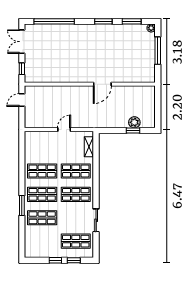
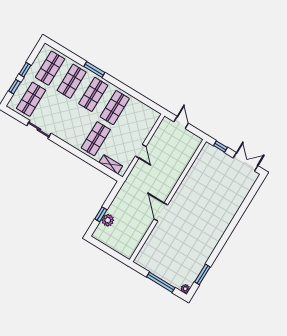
window: (54, 21) -> (246, 203), removed
window: (103, 21) -> (218, 248), removed
door: (22, 100) -> (181, 123), moved
shop shelf: (76, 194) -> (50, 68), moved

